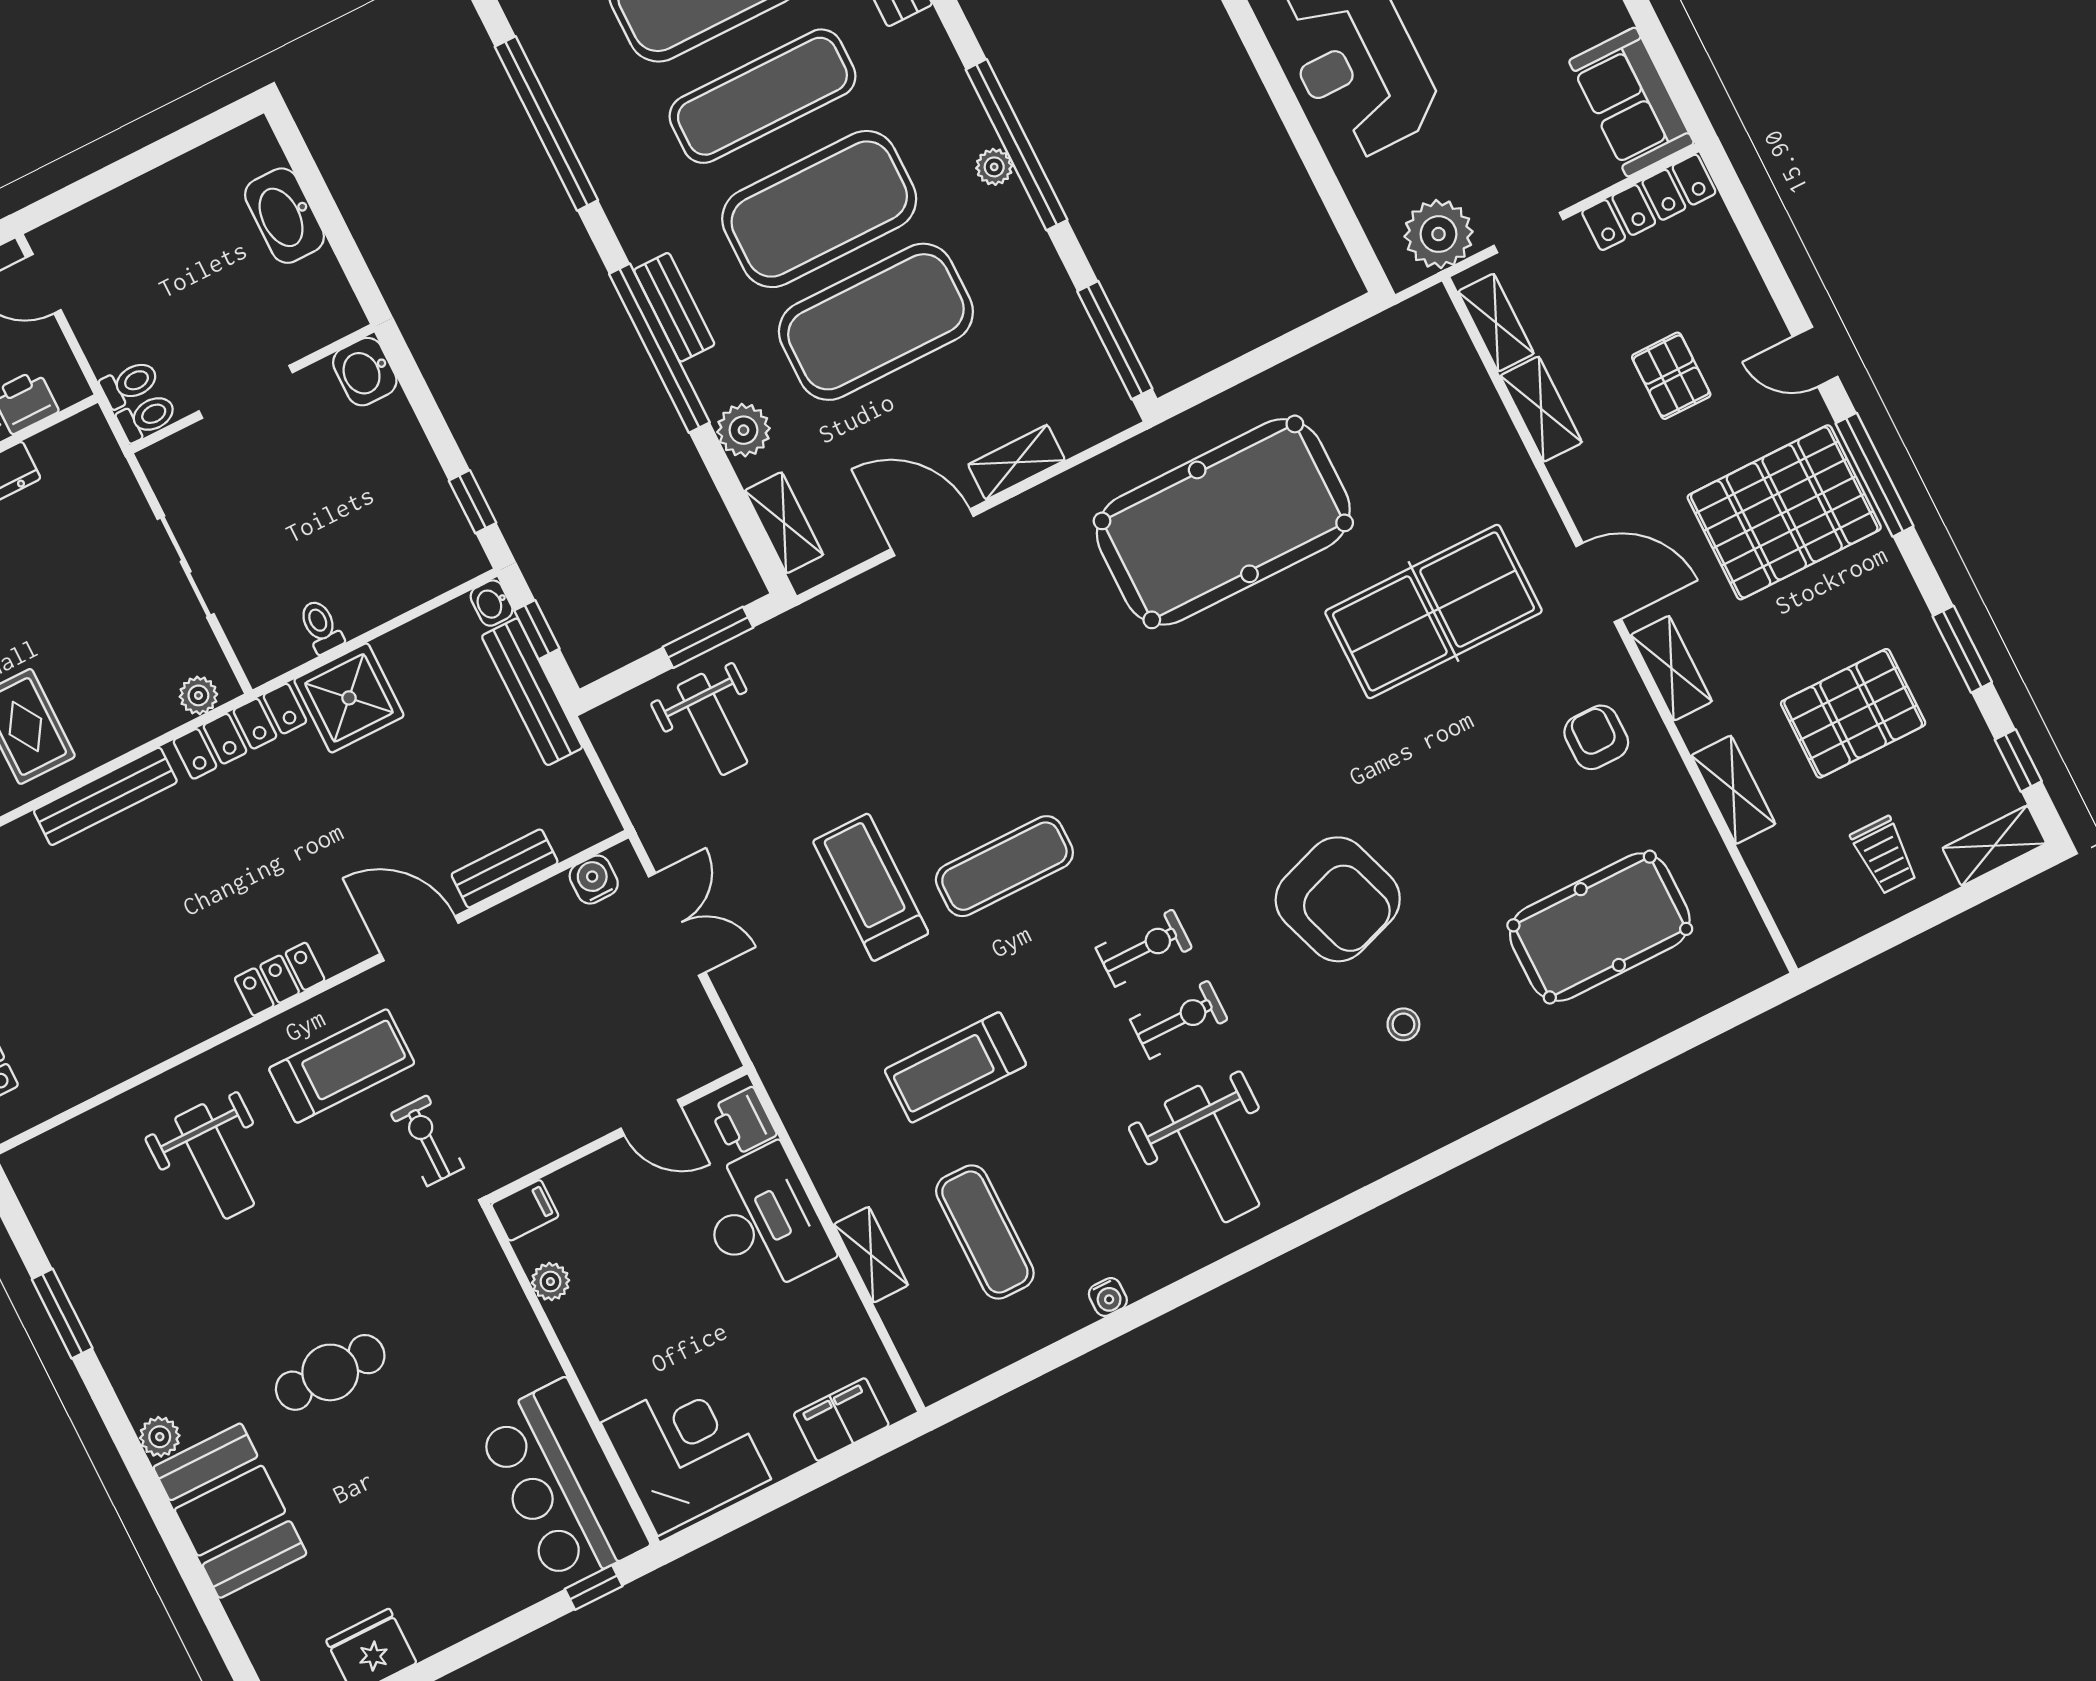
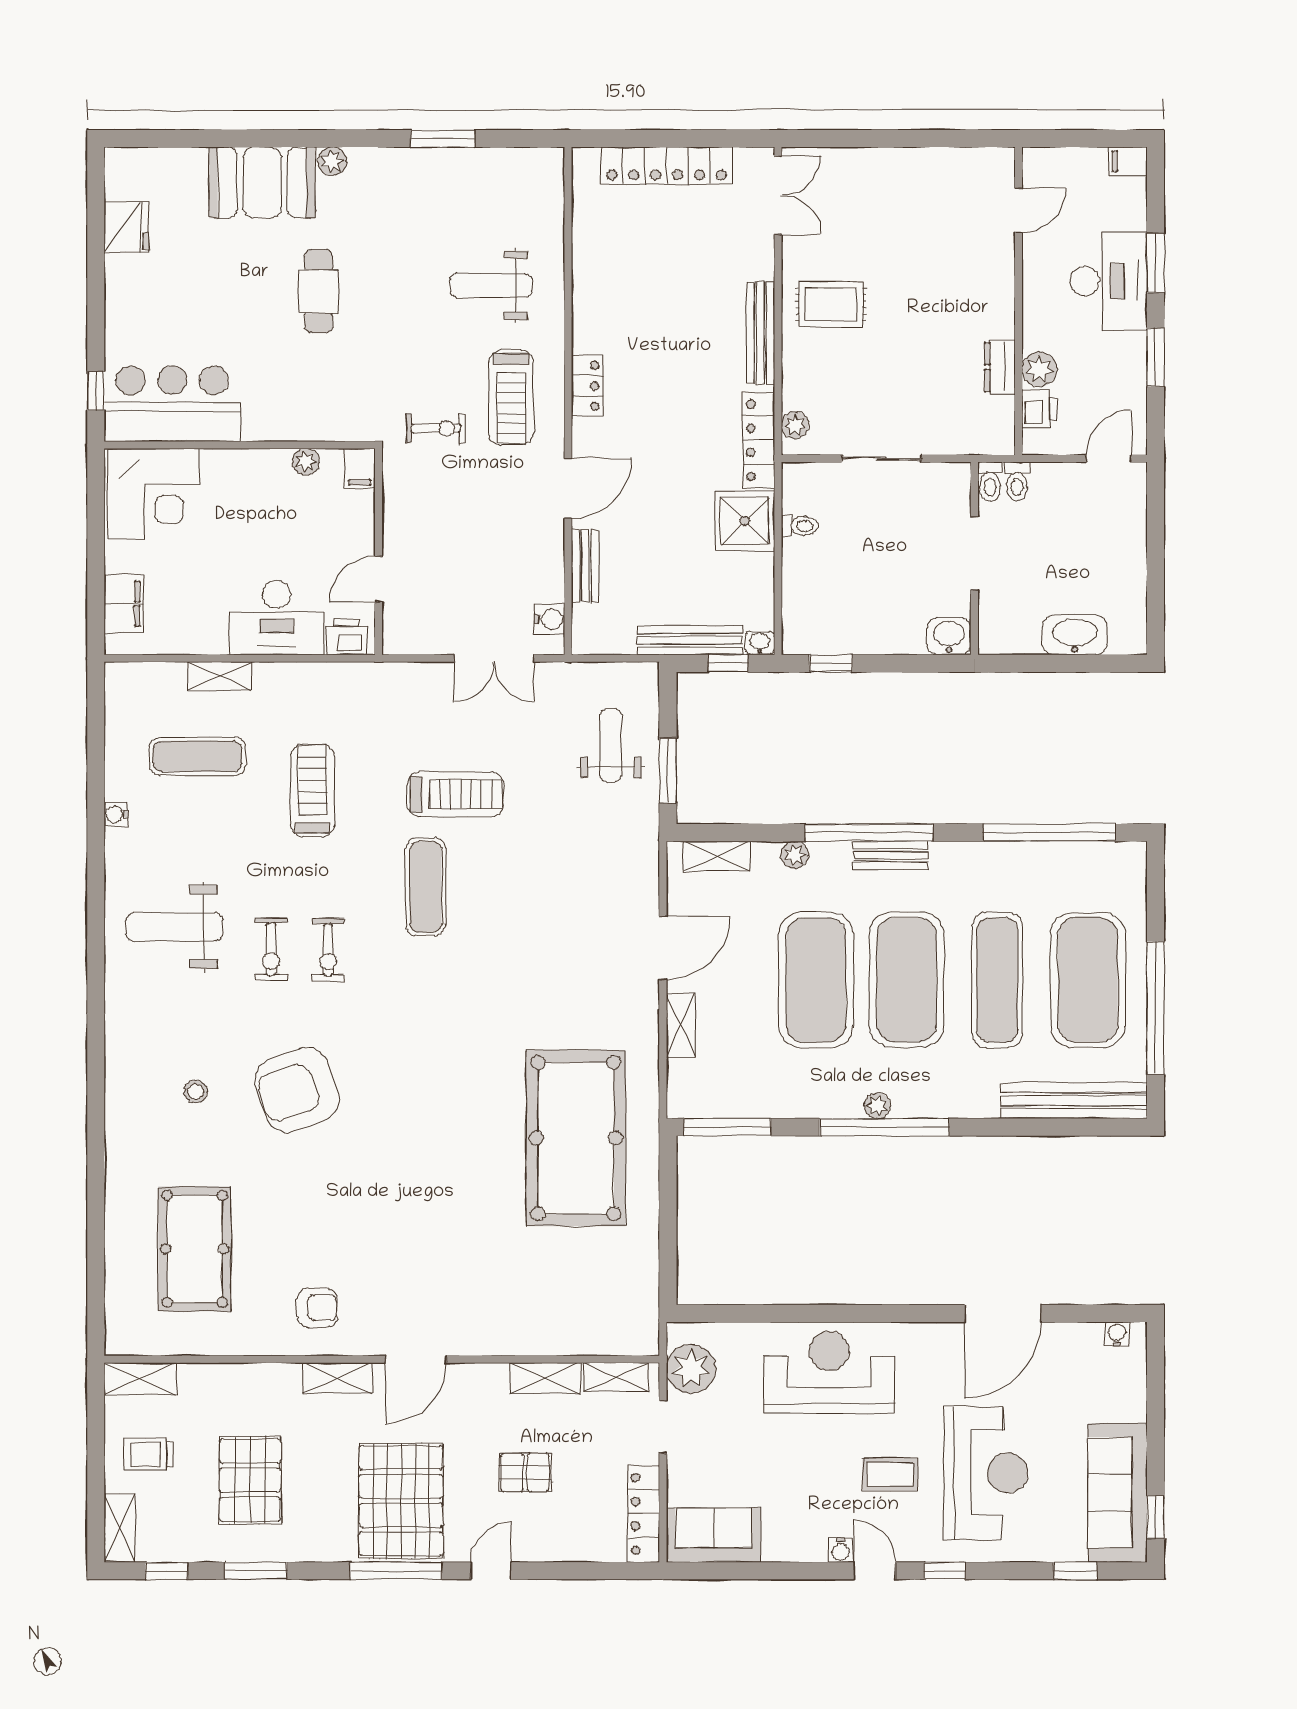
plant: (743, 430) -> (795, 855), width x0.73, depth x0.73
table tennis table: (1433, 612) -> (451, 1244), removed
weight bench: (712, 724) -> (611, 745), turned 90
shelving: (1733, 790) -> (140, 1379), moved

